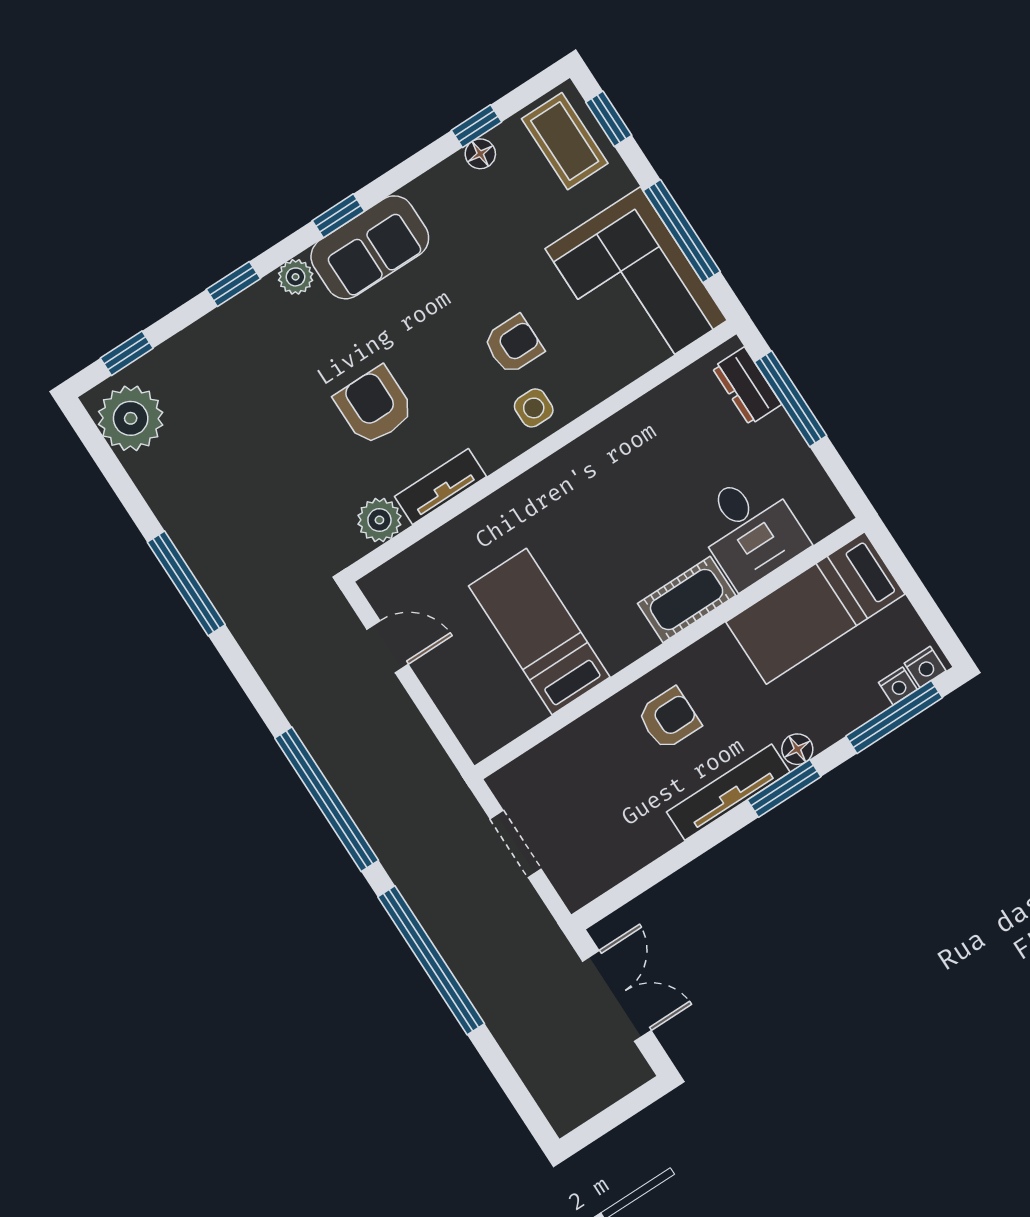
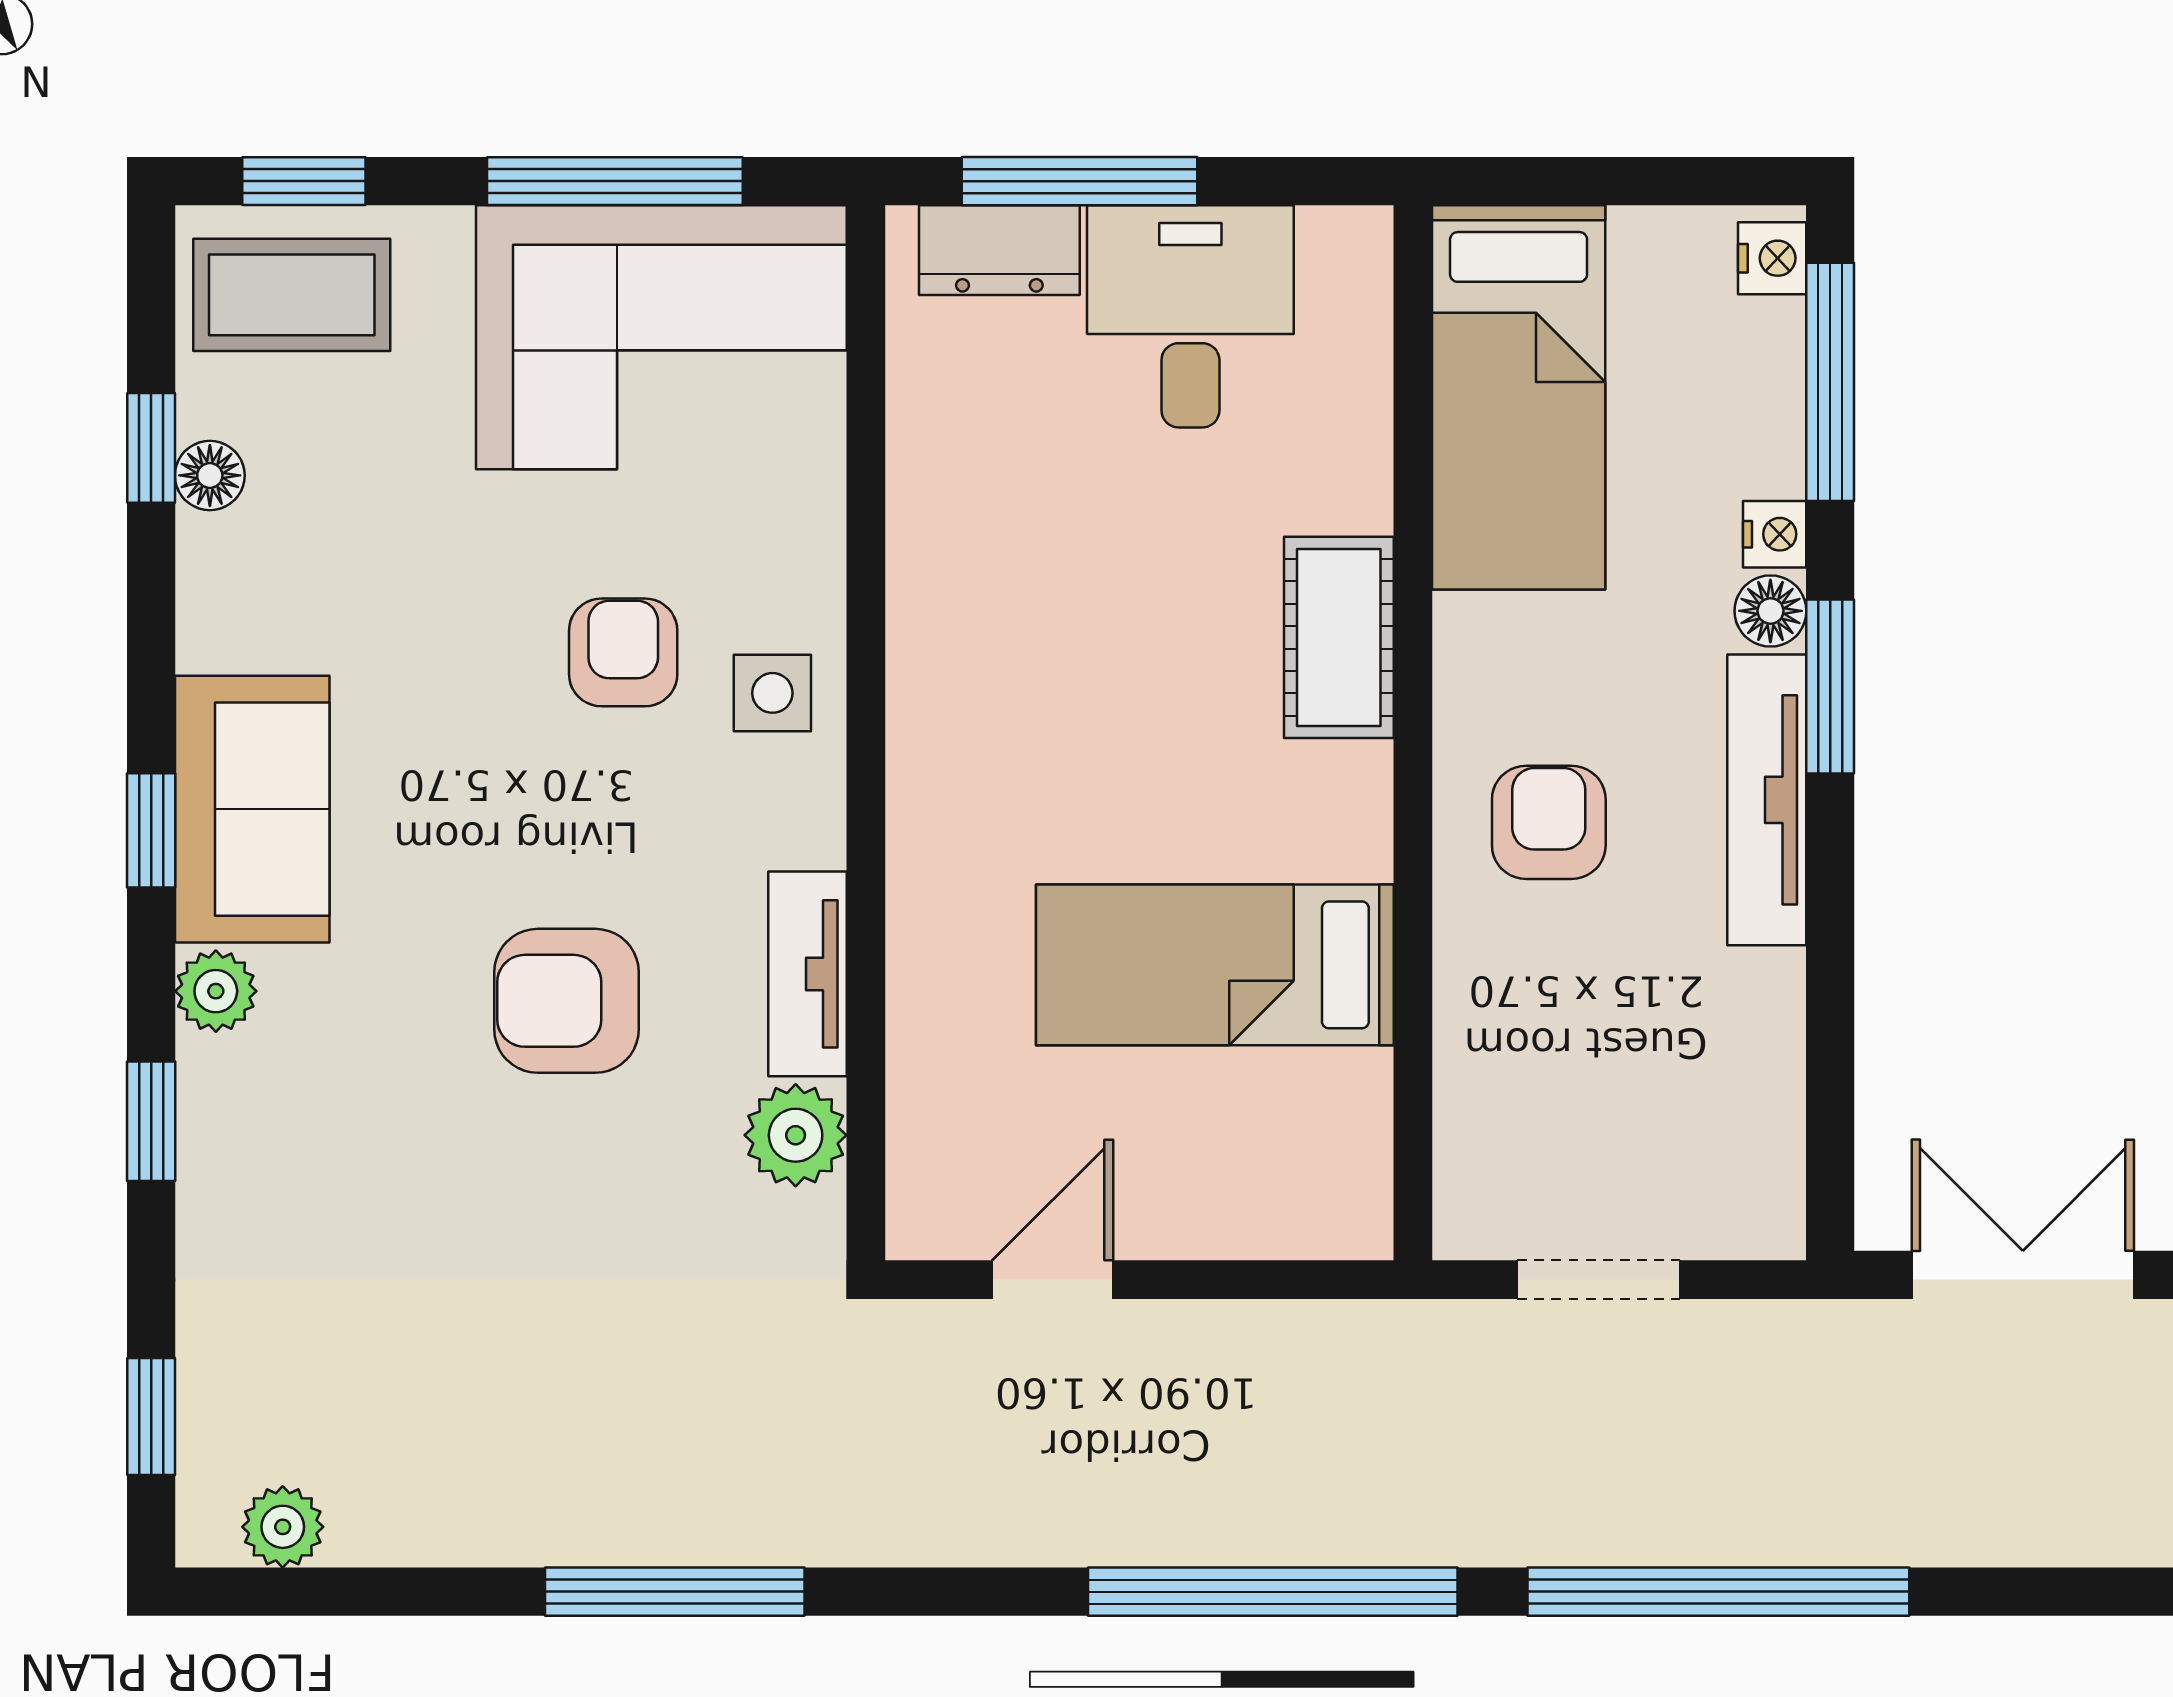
plant: (131, 418) -> (283, 1527), width x0.53, depth x0.53
desk: (750, 529) -> (1190, 316), moved, turned -90
nightstand: (898, 686) -> (1775, 534), moved

